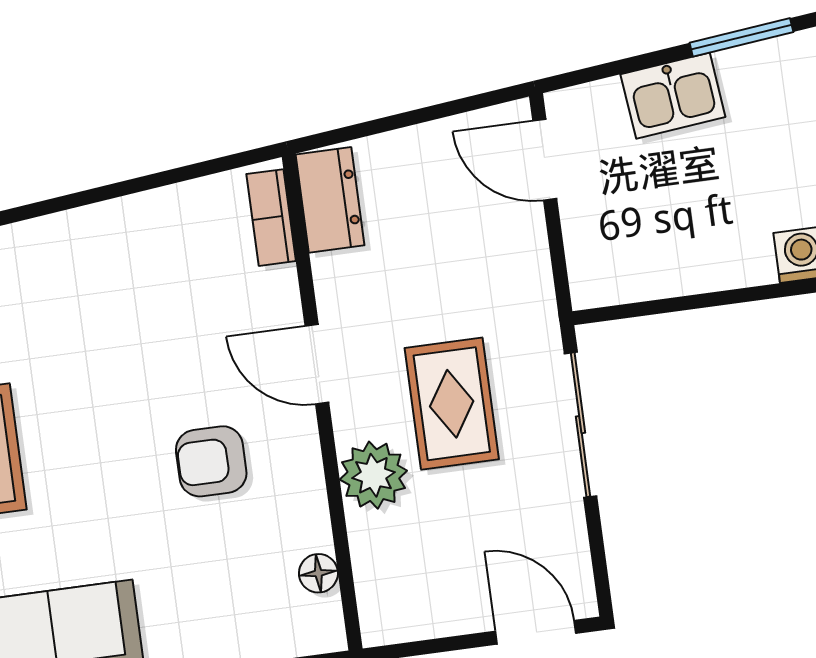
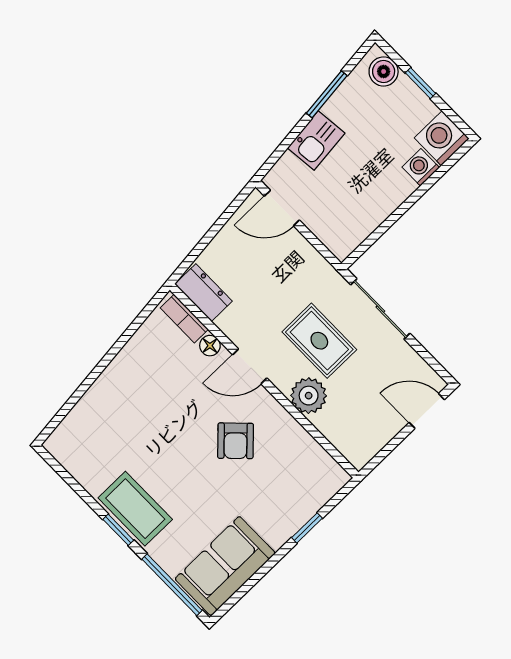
armchair: (211, 461) -> (236, 441), turned -45
floor lamp: (318, 573) -> (210, 346), moved

